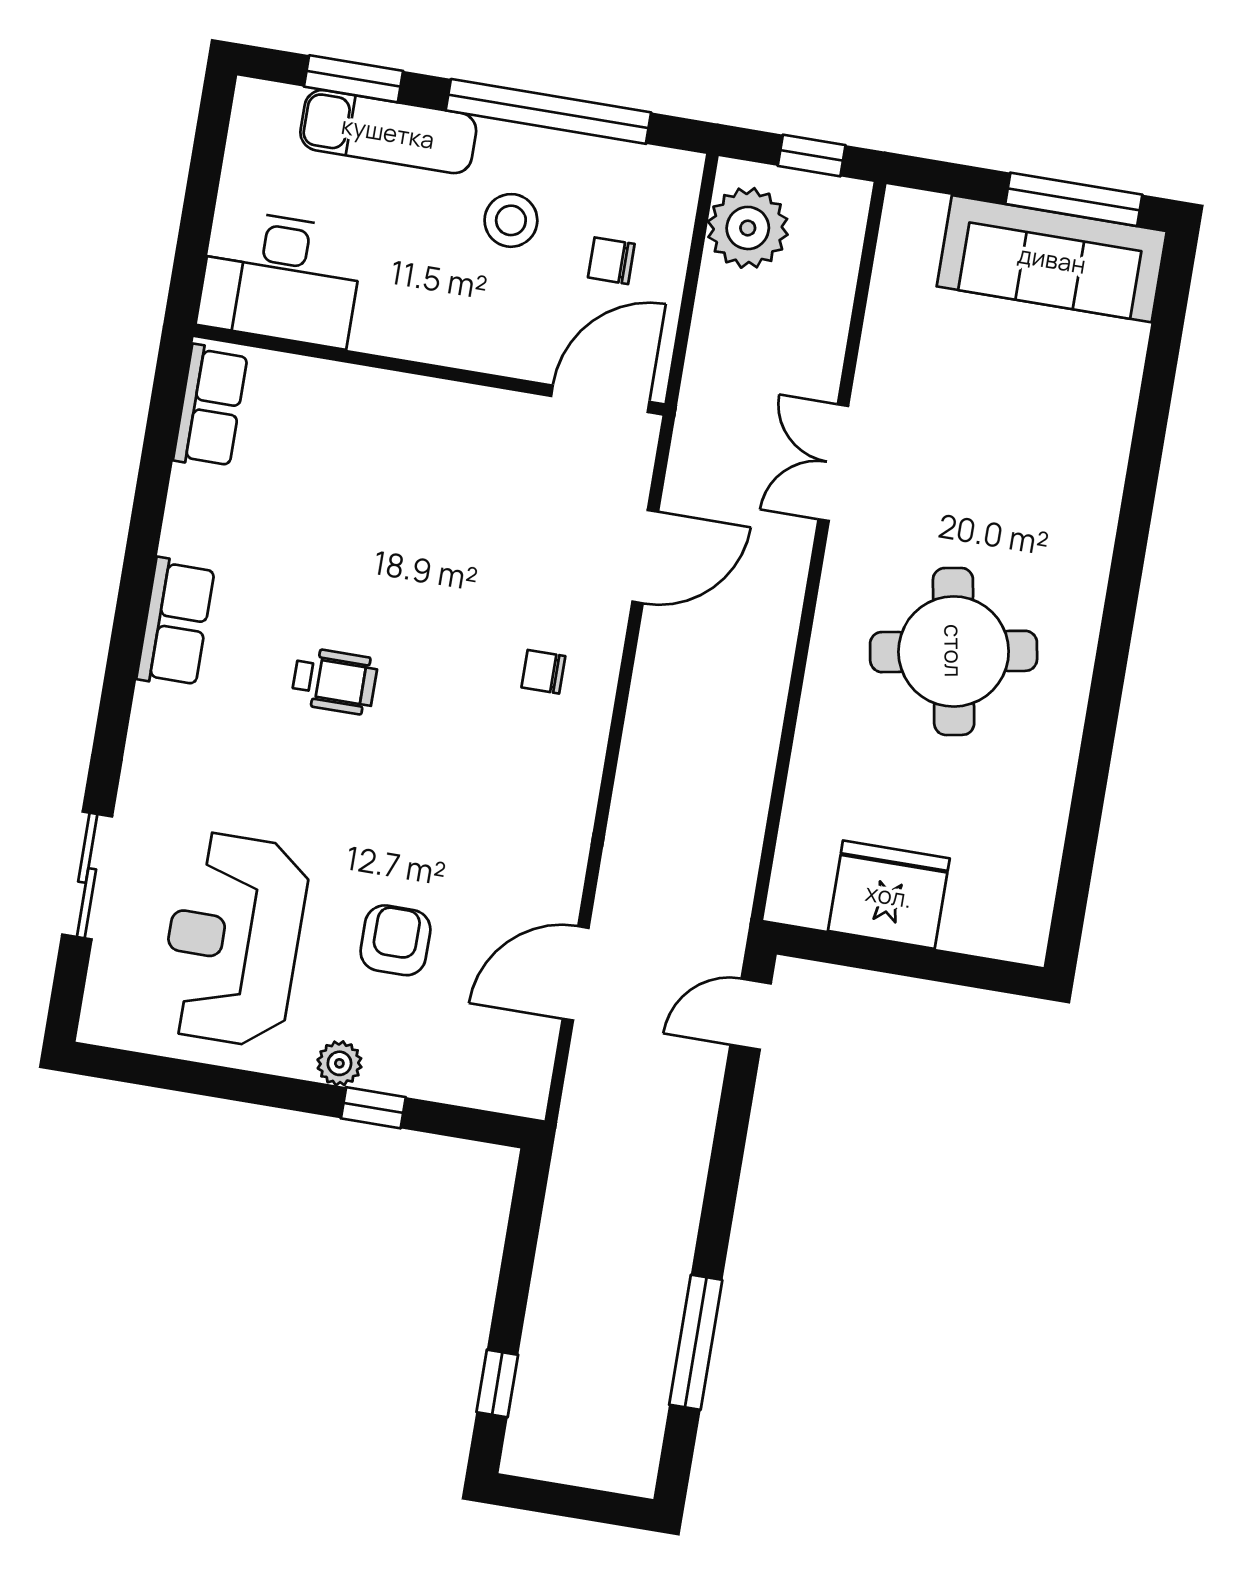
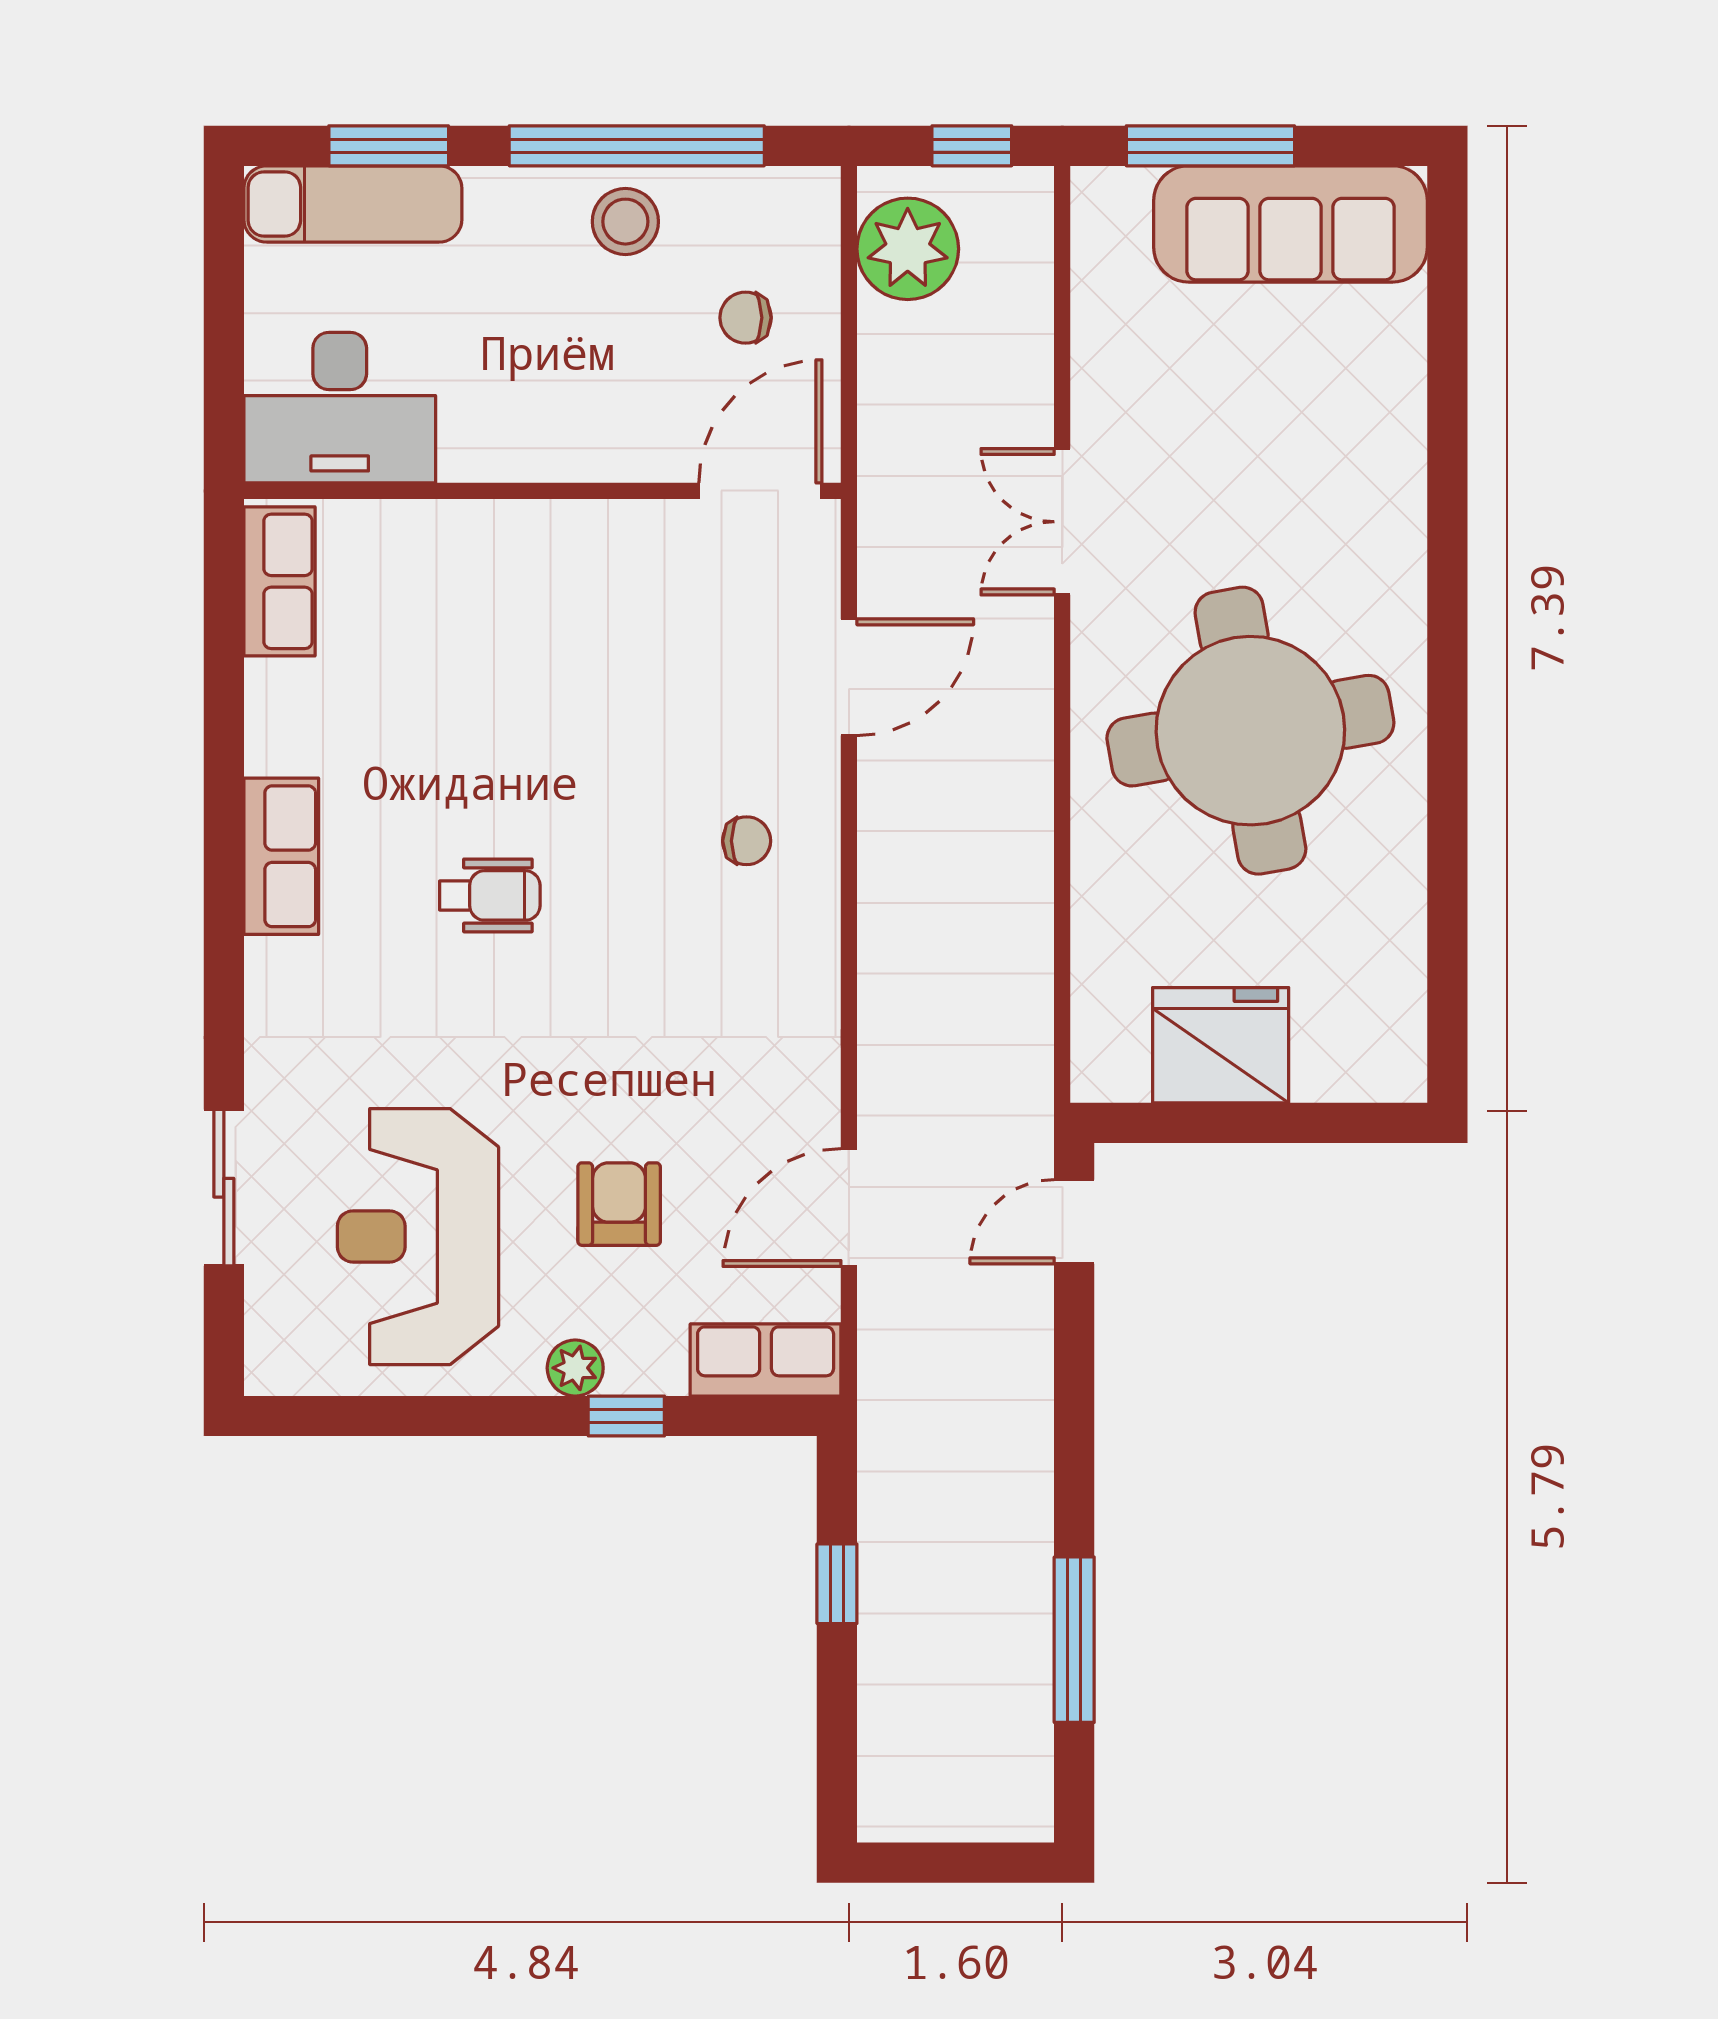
exam couch: (388, 132) -> (353, 204), moved
window: (1074, 199) -> (1210, 146), moved
stool: (511, 220) -> (625, 222), moved
round table: (954, 651) -> (1250, 731), width x1.36, depth x1.36
chair: (543, 672) -> (747, 841), turned 180
row of seats: (490, 1082) -> (766, 1360), added
window: (497, 1383) -> (837, 1584), moved

